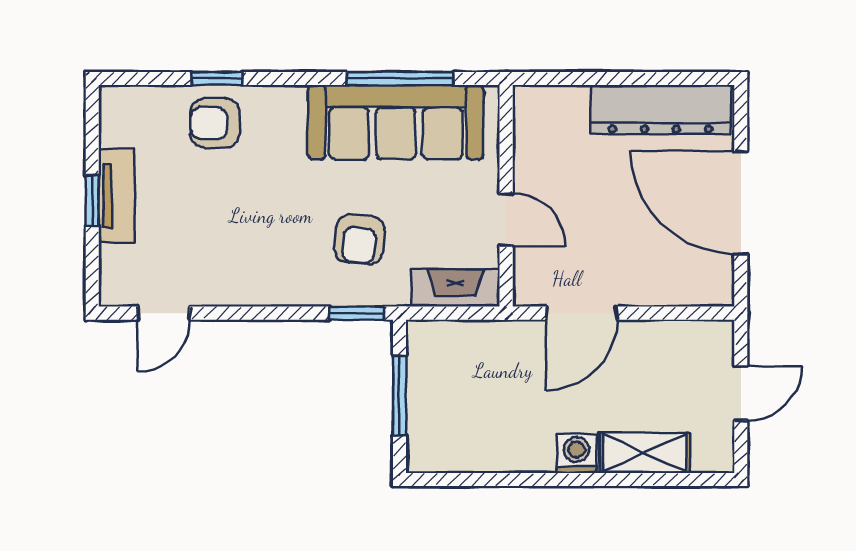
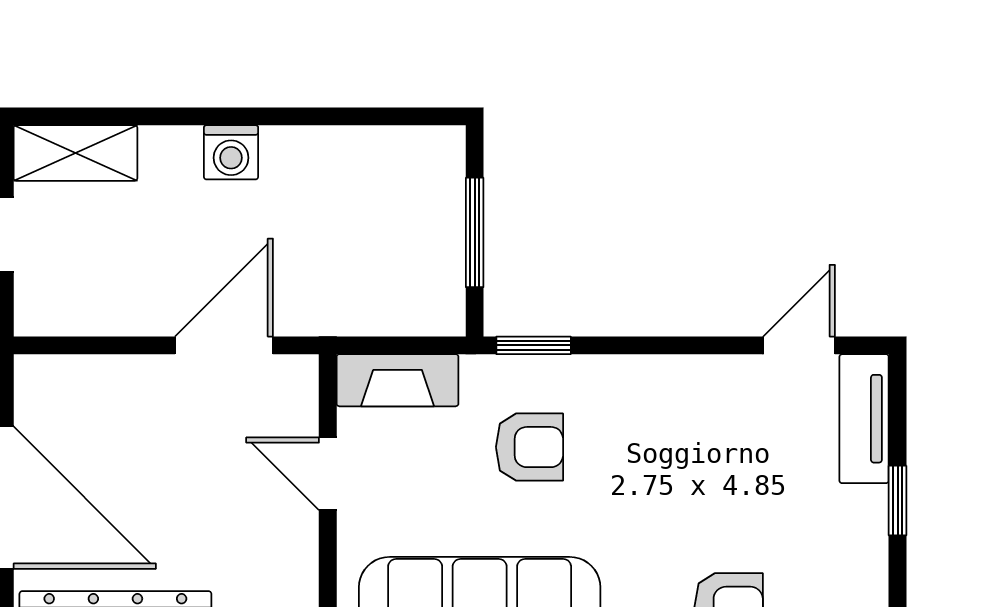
tv unit: (116, 196) -> (864, 419), moved
armchair: (360, 239) -> (529, 447), turned 85
shelving: (645, 453) -> (75, 153), moved

